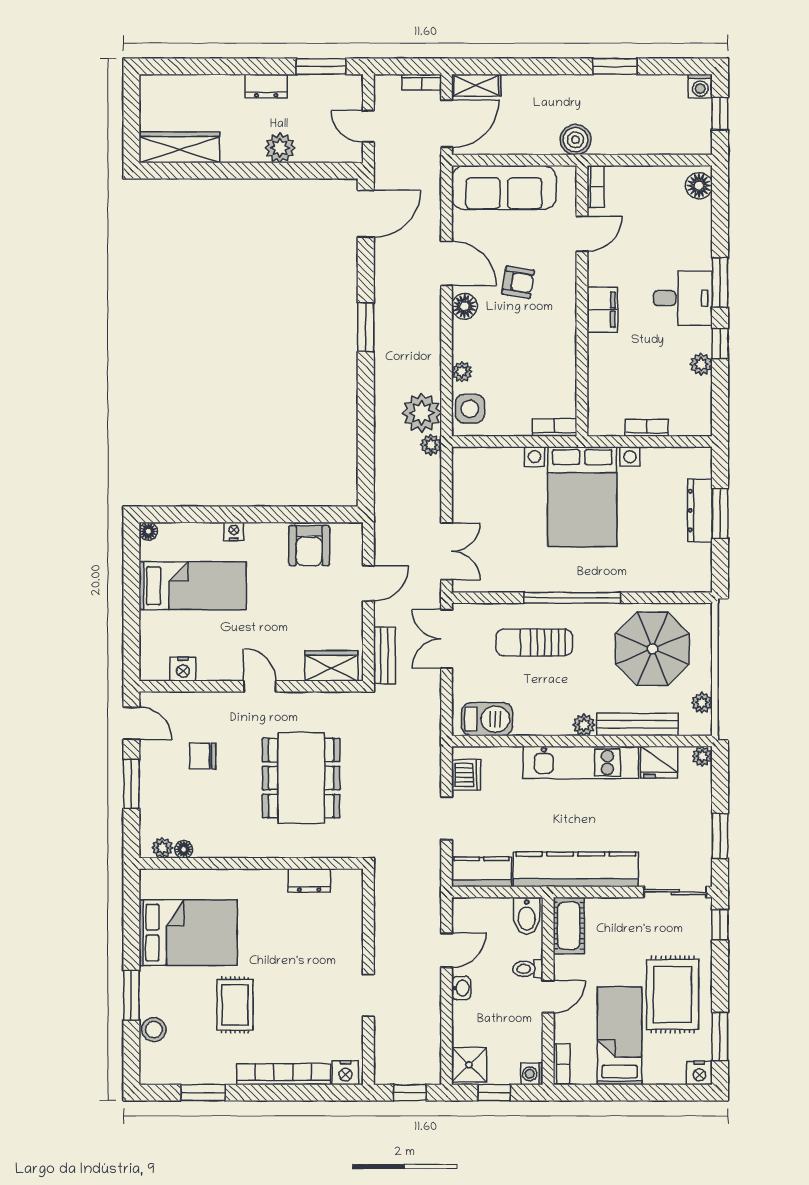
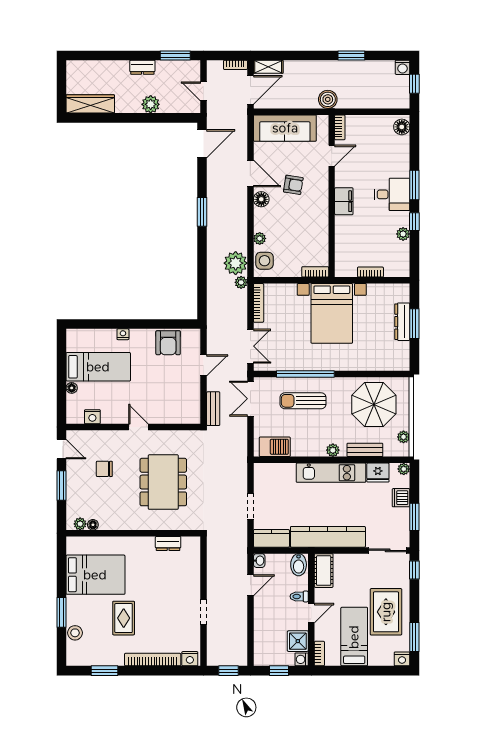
bookcase: (460, 479) -> (259, 303), added
floor lamp: (148, 531) -> (72, 388), moved
window: (572, 598) -> (305, 374), moved
wardrobe: (331, 666) -> (181, 415), removed
bench: (637, 724) -> (365, 450), width x0.73
dishwasher: (466, 775) -> (401, 498), moved, turned 180
washbasin: (461, 988) -> (259, 561), moved
shower: (469, 1065) -> (298, 641), moved

